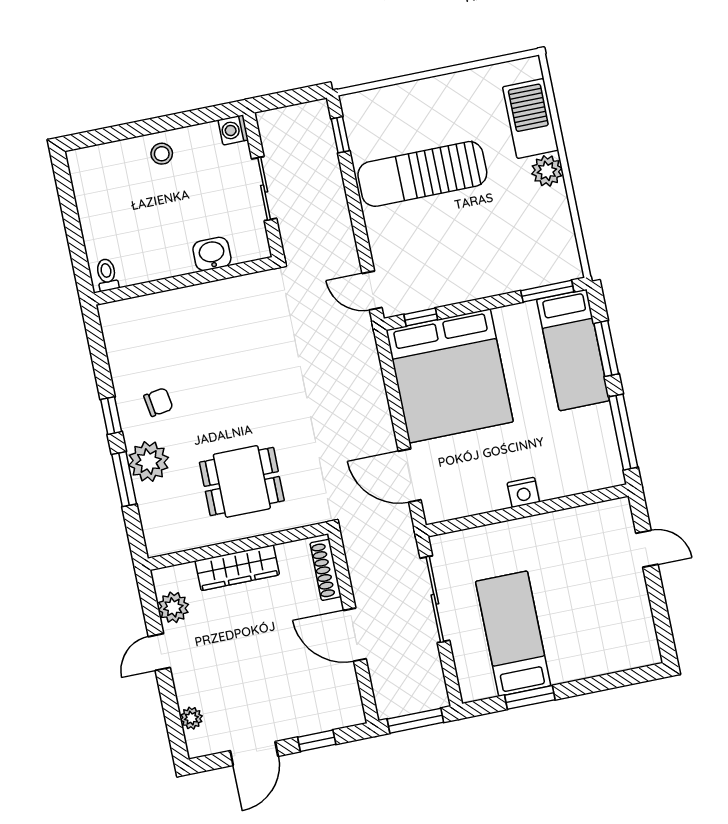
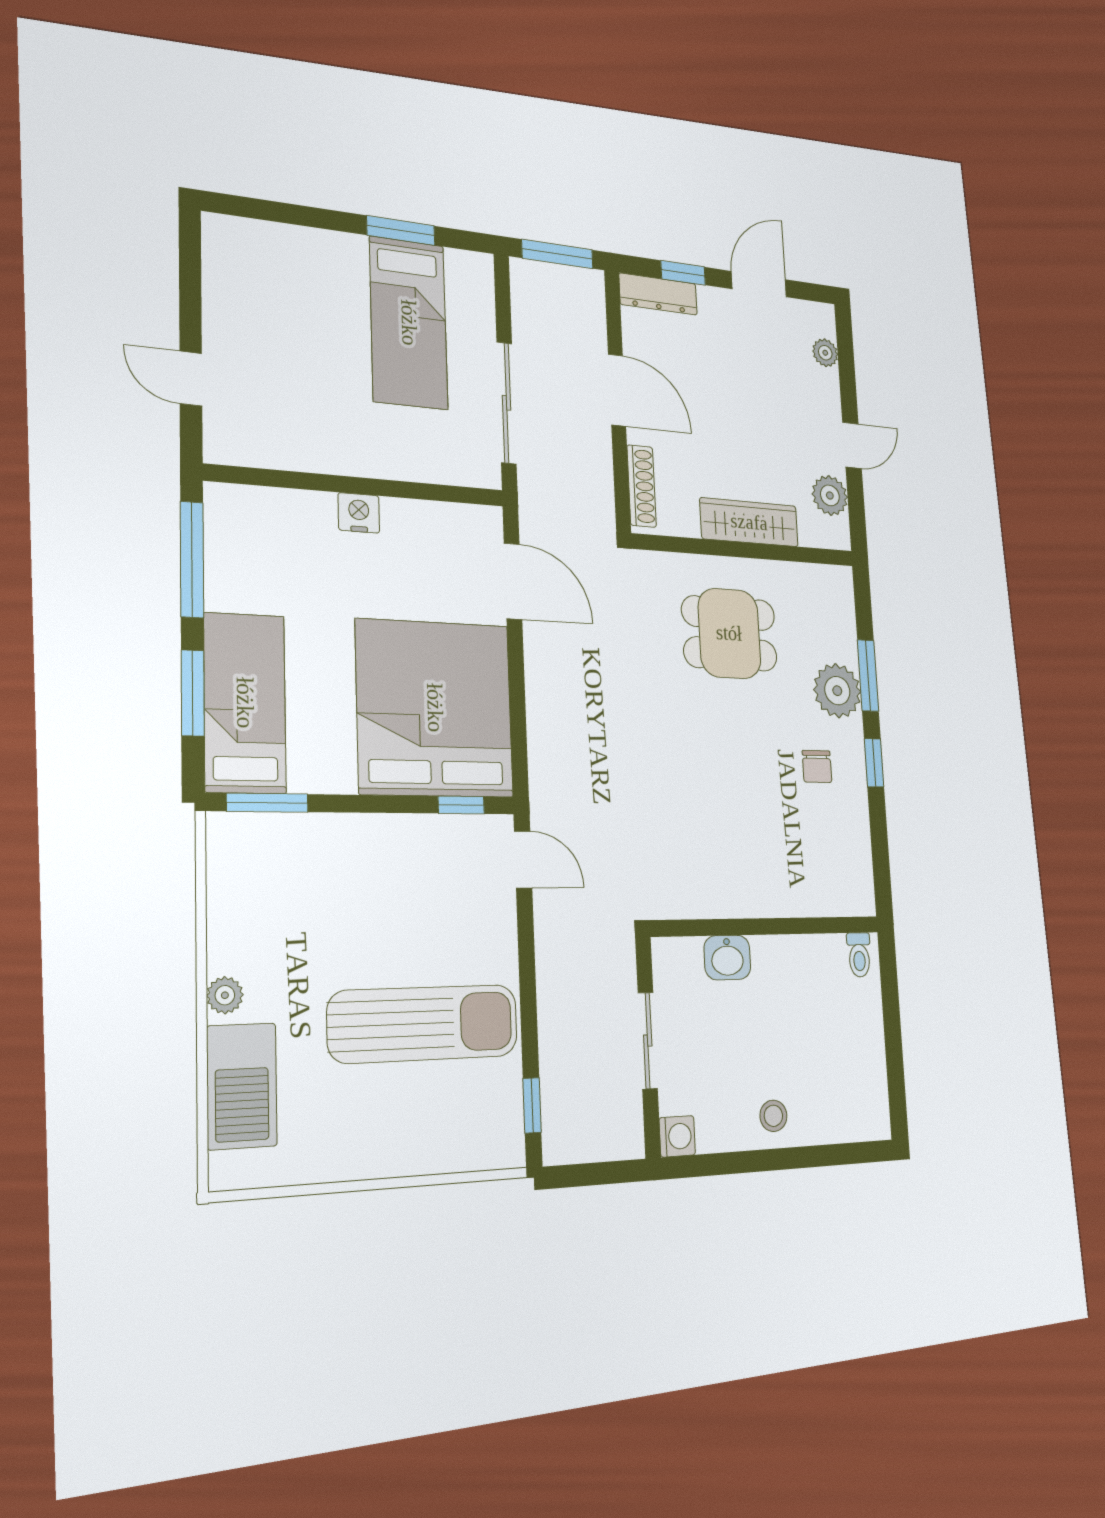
plant: (547, 171) -> (225, 995), width x0.73, depth x0.73
chair: (158, 402) -> (817, 766), turned -81
dresser: (334, 718) -> (658, 294), added

